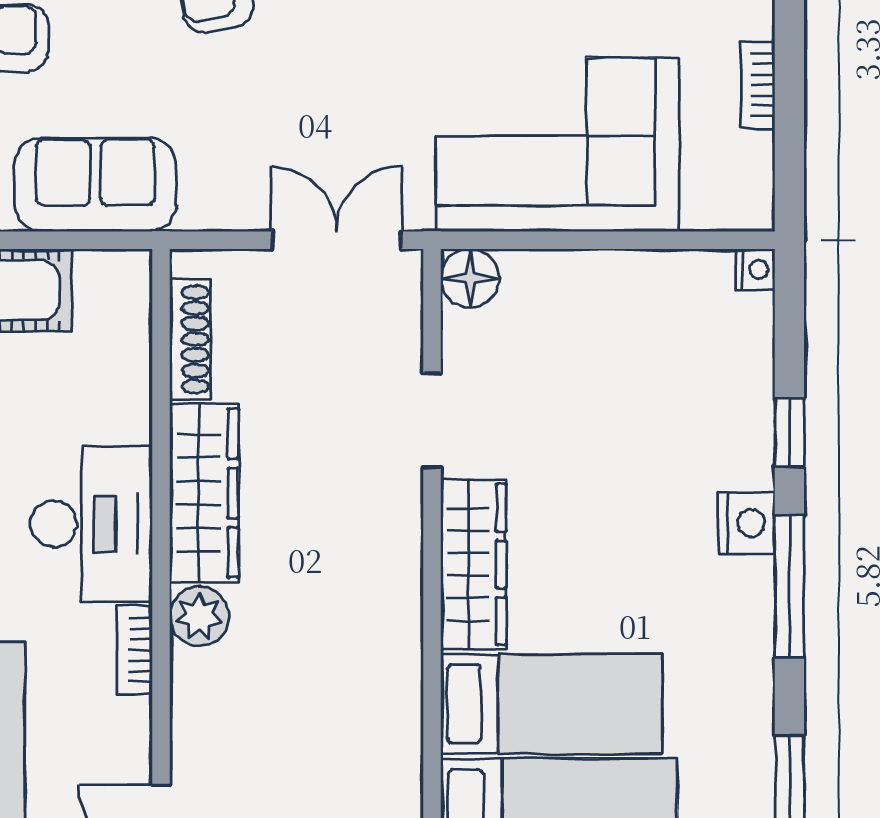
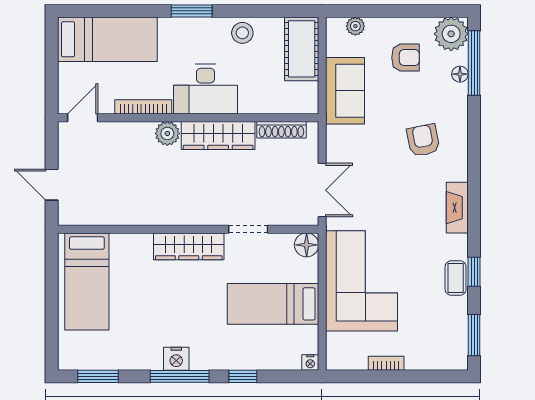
nightstand: (747, 523) -> (176, 359), moved
bookcase: (135, 650) -> (143, 107), width x1.56
bed: (552, 704) -> (273, 304), moved, turned 90

